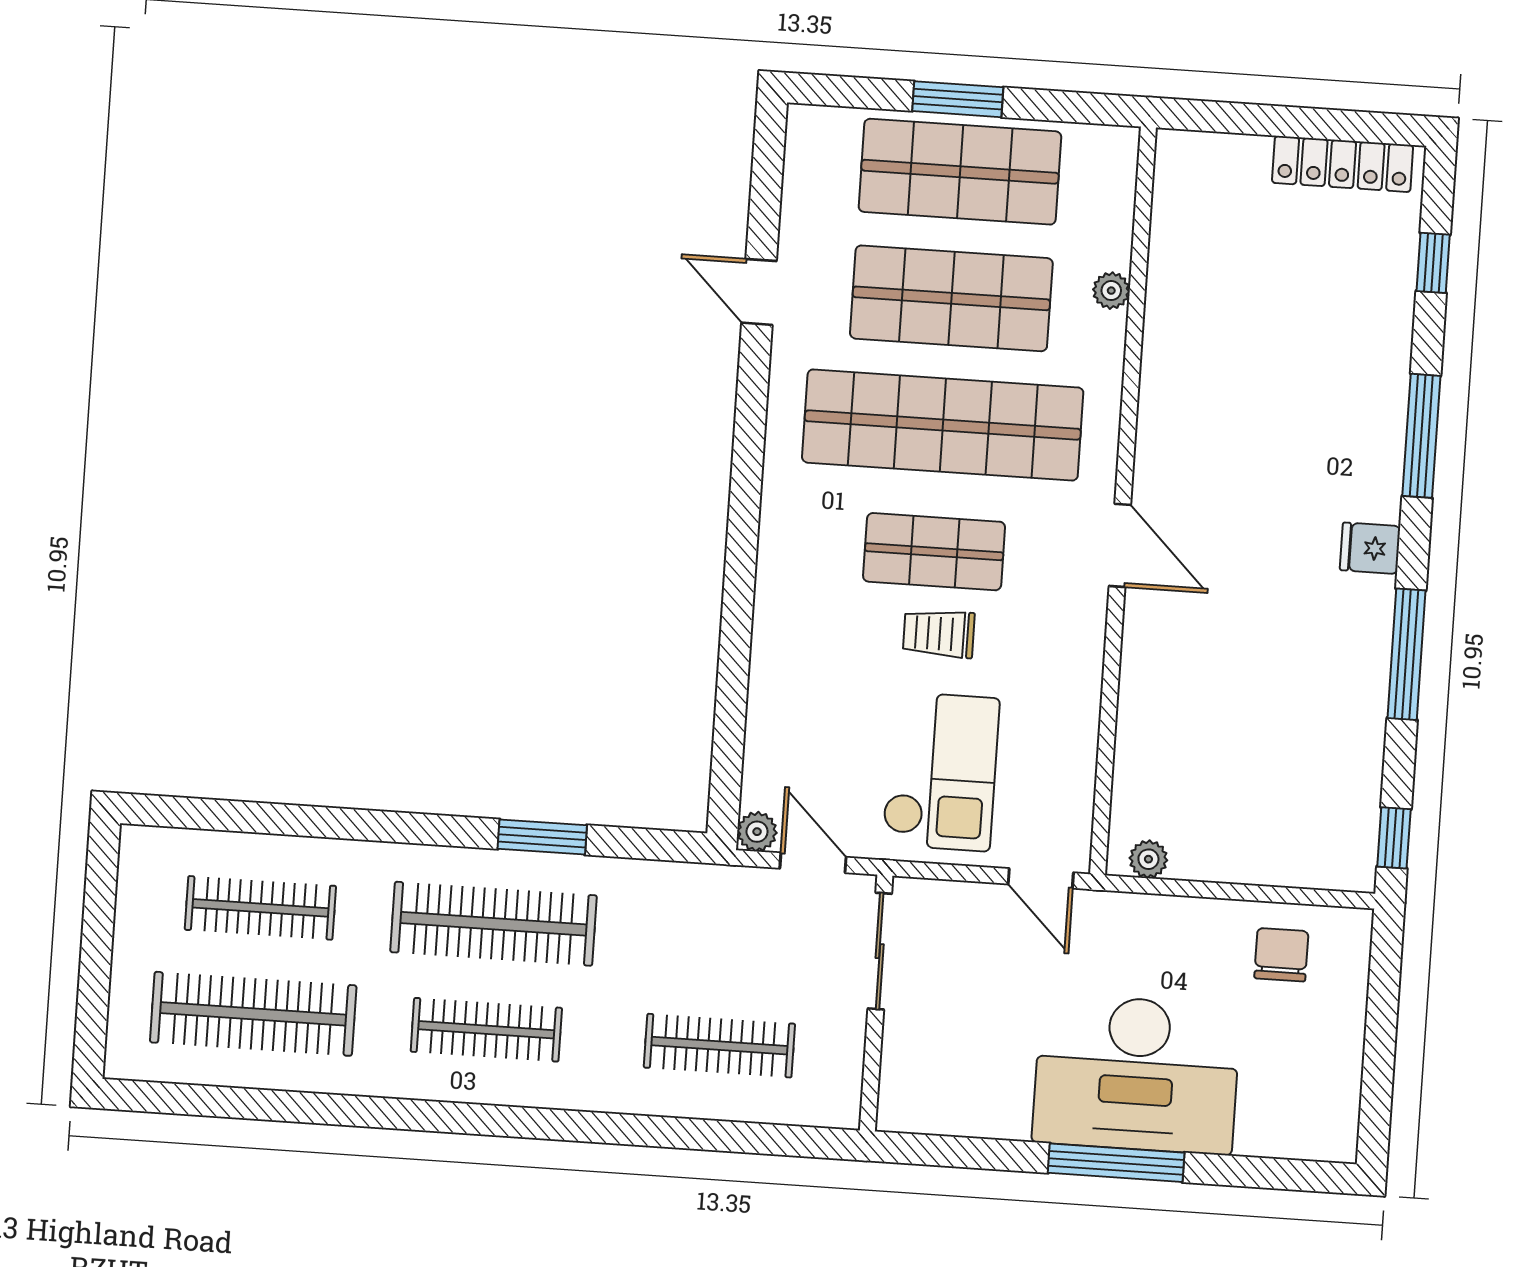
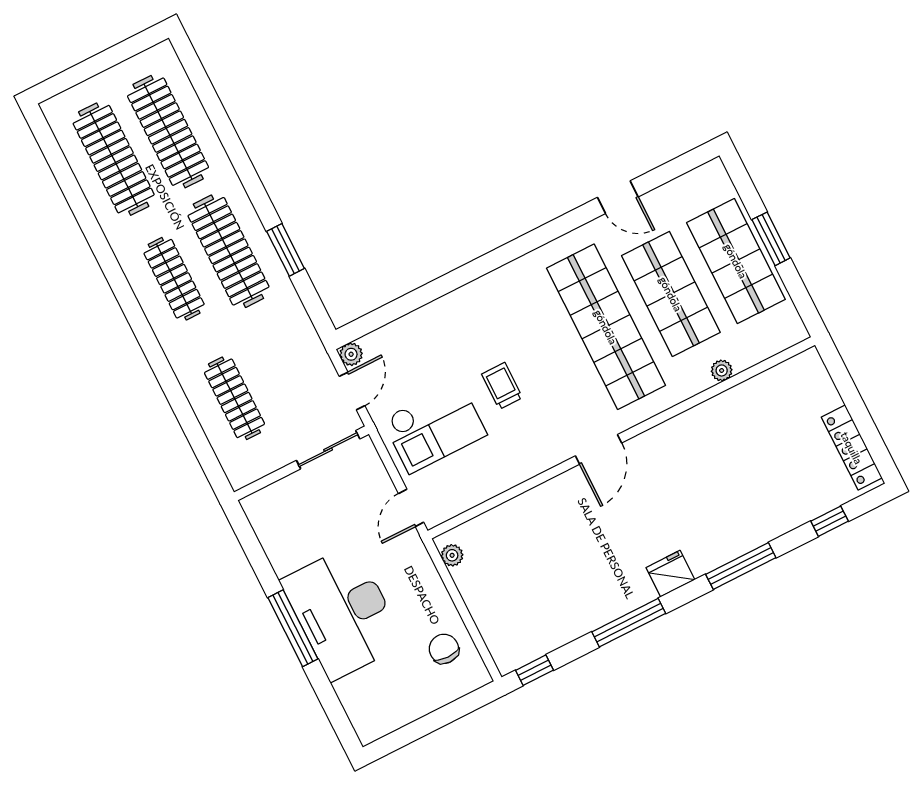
door: (759, 292) -> (618, 197), swing flipped
fridge: (1370, 548) -> (670, 574), width x1.38
shop shelf: (934, 552) -> (541, 360), removed
clothes rail: (260, 908) -> (168, 132), width x1.37, depth x1.31
chair: (1281, 955) -> (444, 649), turned -90

